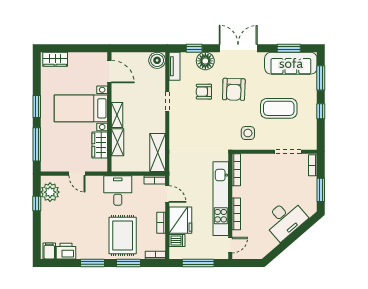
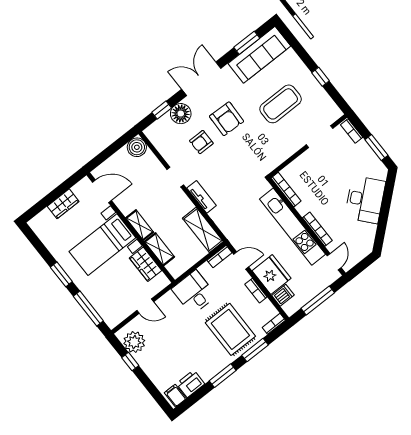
wardrobe: (55, 59) -> (63, 204), moved
tv unit: (175, 66) -> (202, 197), moved
window: (321, 78) -> (297, 47), removed
side table: (248, 133) -> (270, 148), removed

